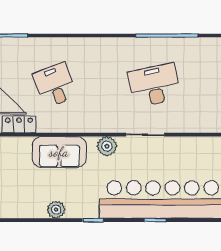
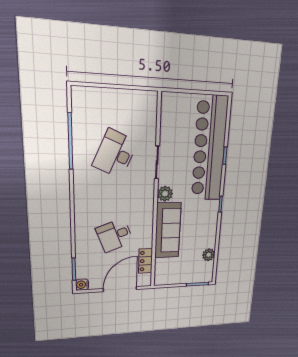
desk: (154, 85) -> (115, 154), turned 36
sofa: (59, 152) -> (168, 230), width x1.36
plant: (56, 210) -> (209, 255), moved

